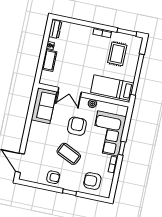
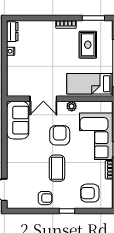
cot: (49, 60) -> (13, 68), removed
coffee table: (69, 154) -> (57, 168), turned 65

